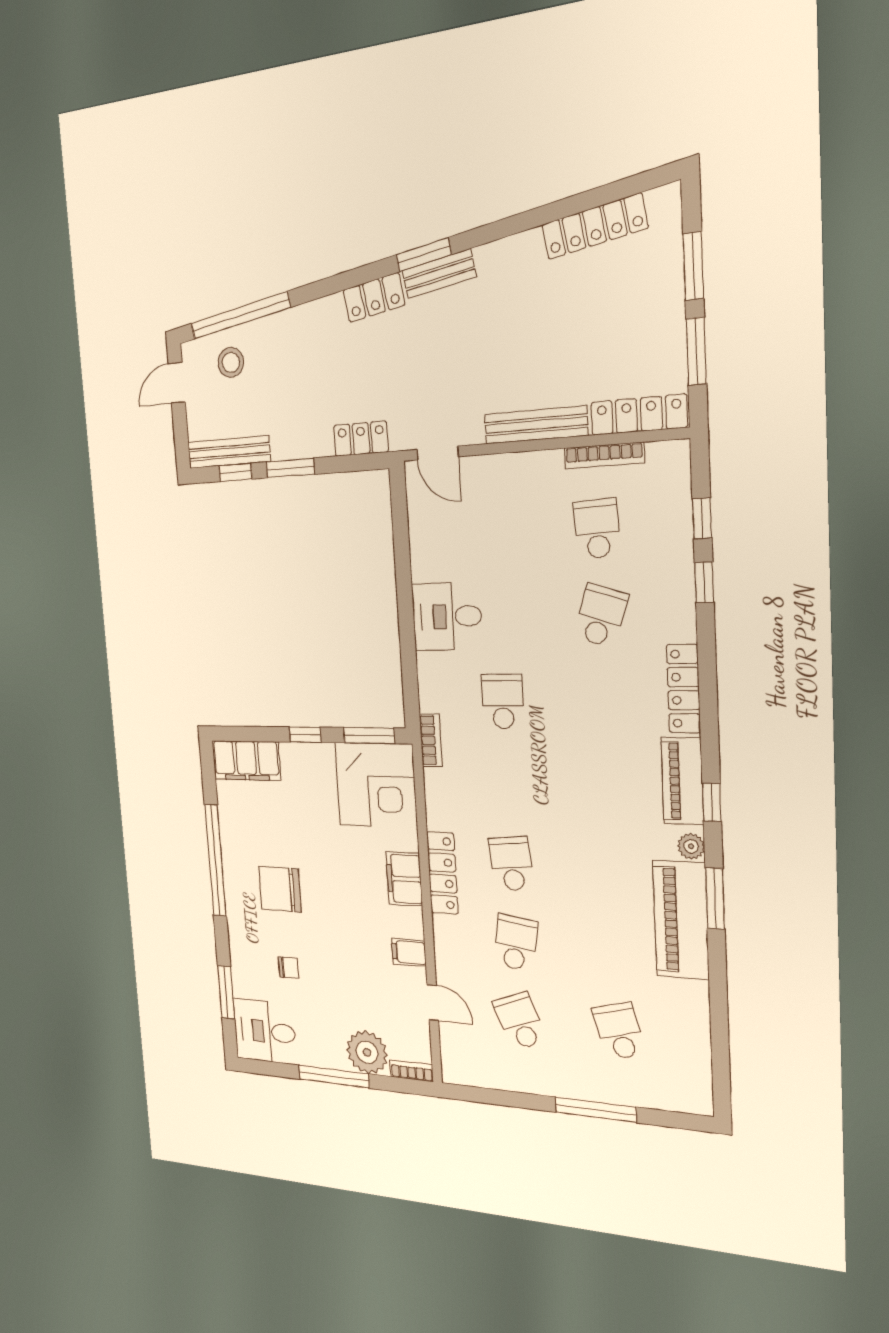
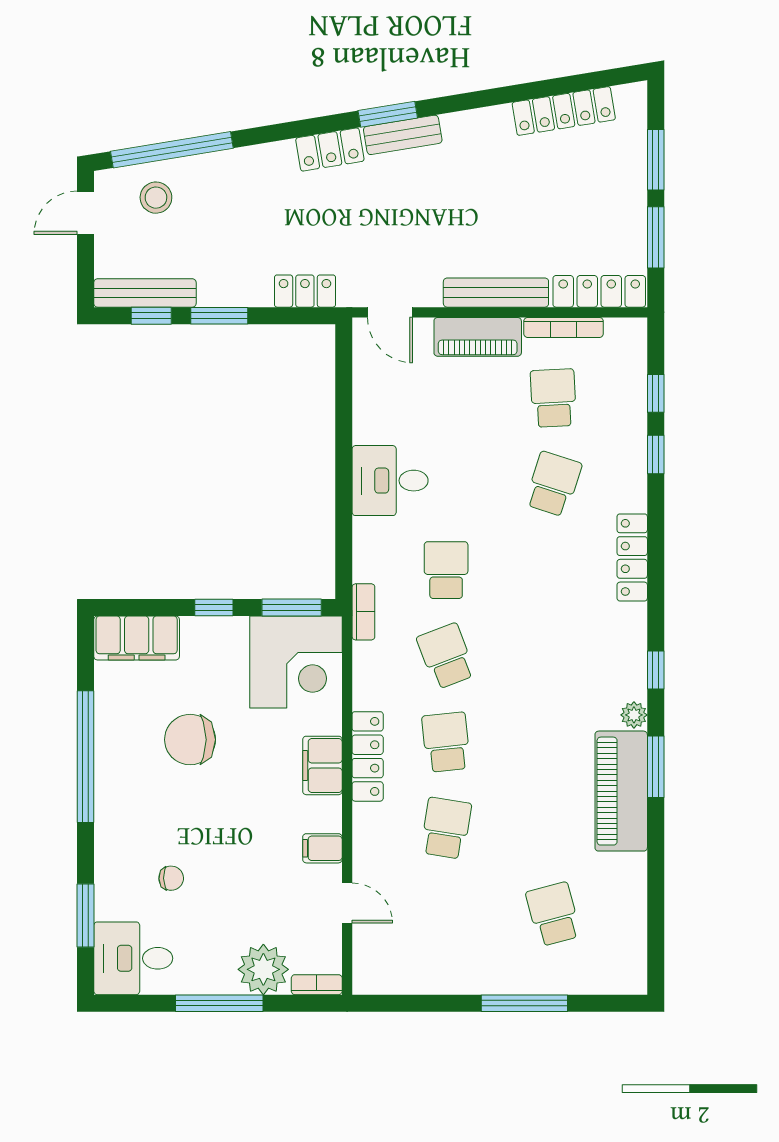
piano: (682, 781) -> (478, 337), moved, turned -90
chair: (280, 889) -> (190, 740), moved
school desk: (520, 1021) -> (446, 656), moved

